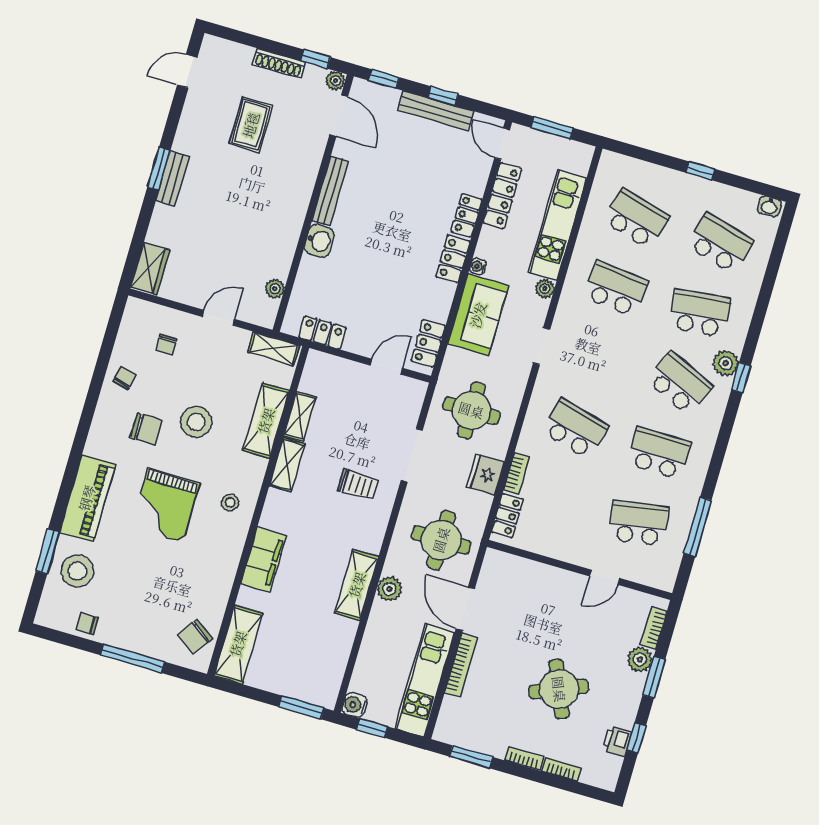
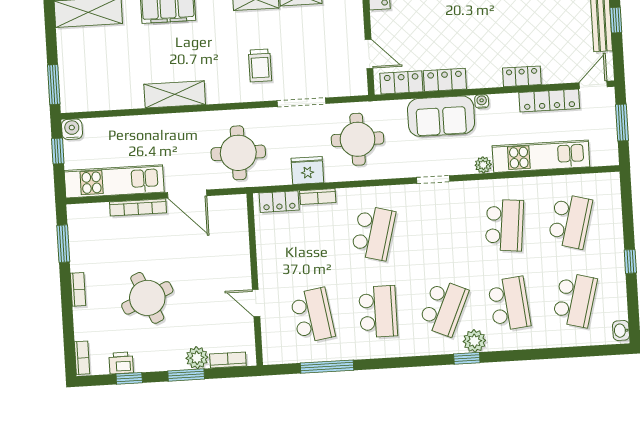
locker: (453, 259) -> (445, 80), moved
plant: (389, 589) -> (181, 124), removed
door: (465, 609) -> (187, 194), swing flipped
bookcase: (561, 769) -> (82, 358), moved

